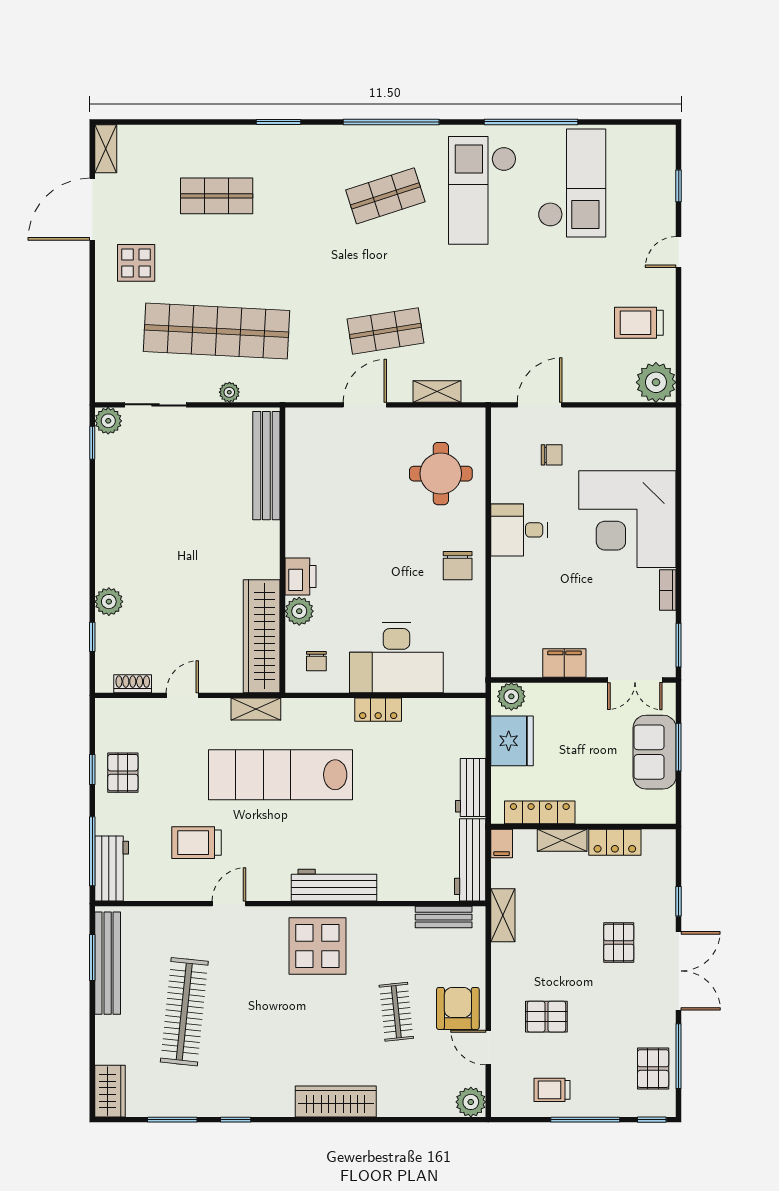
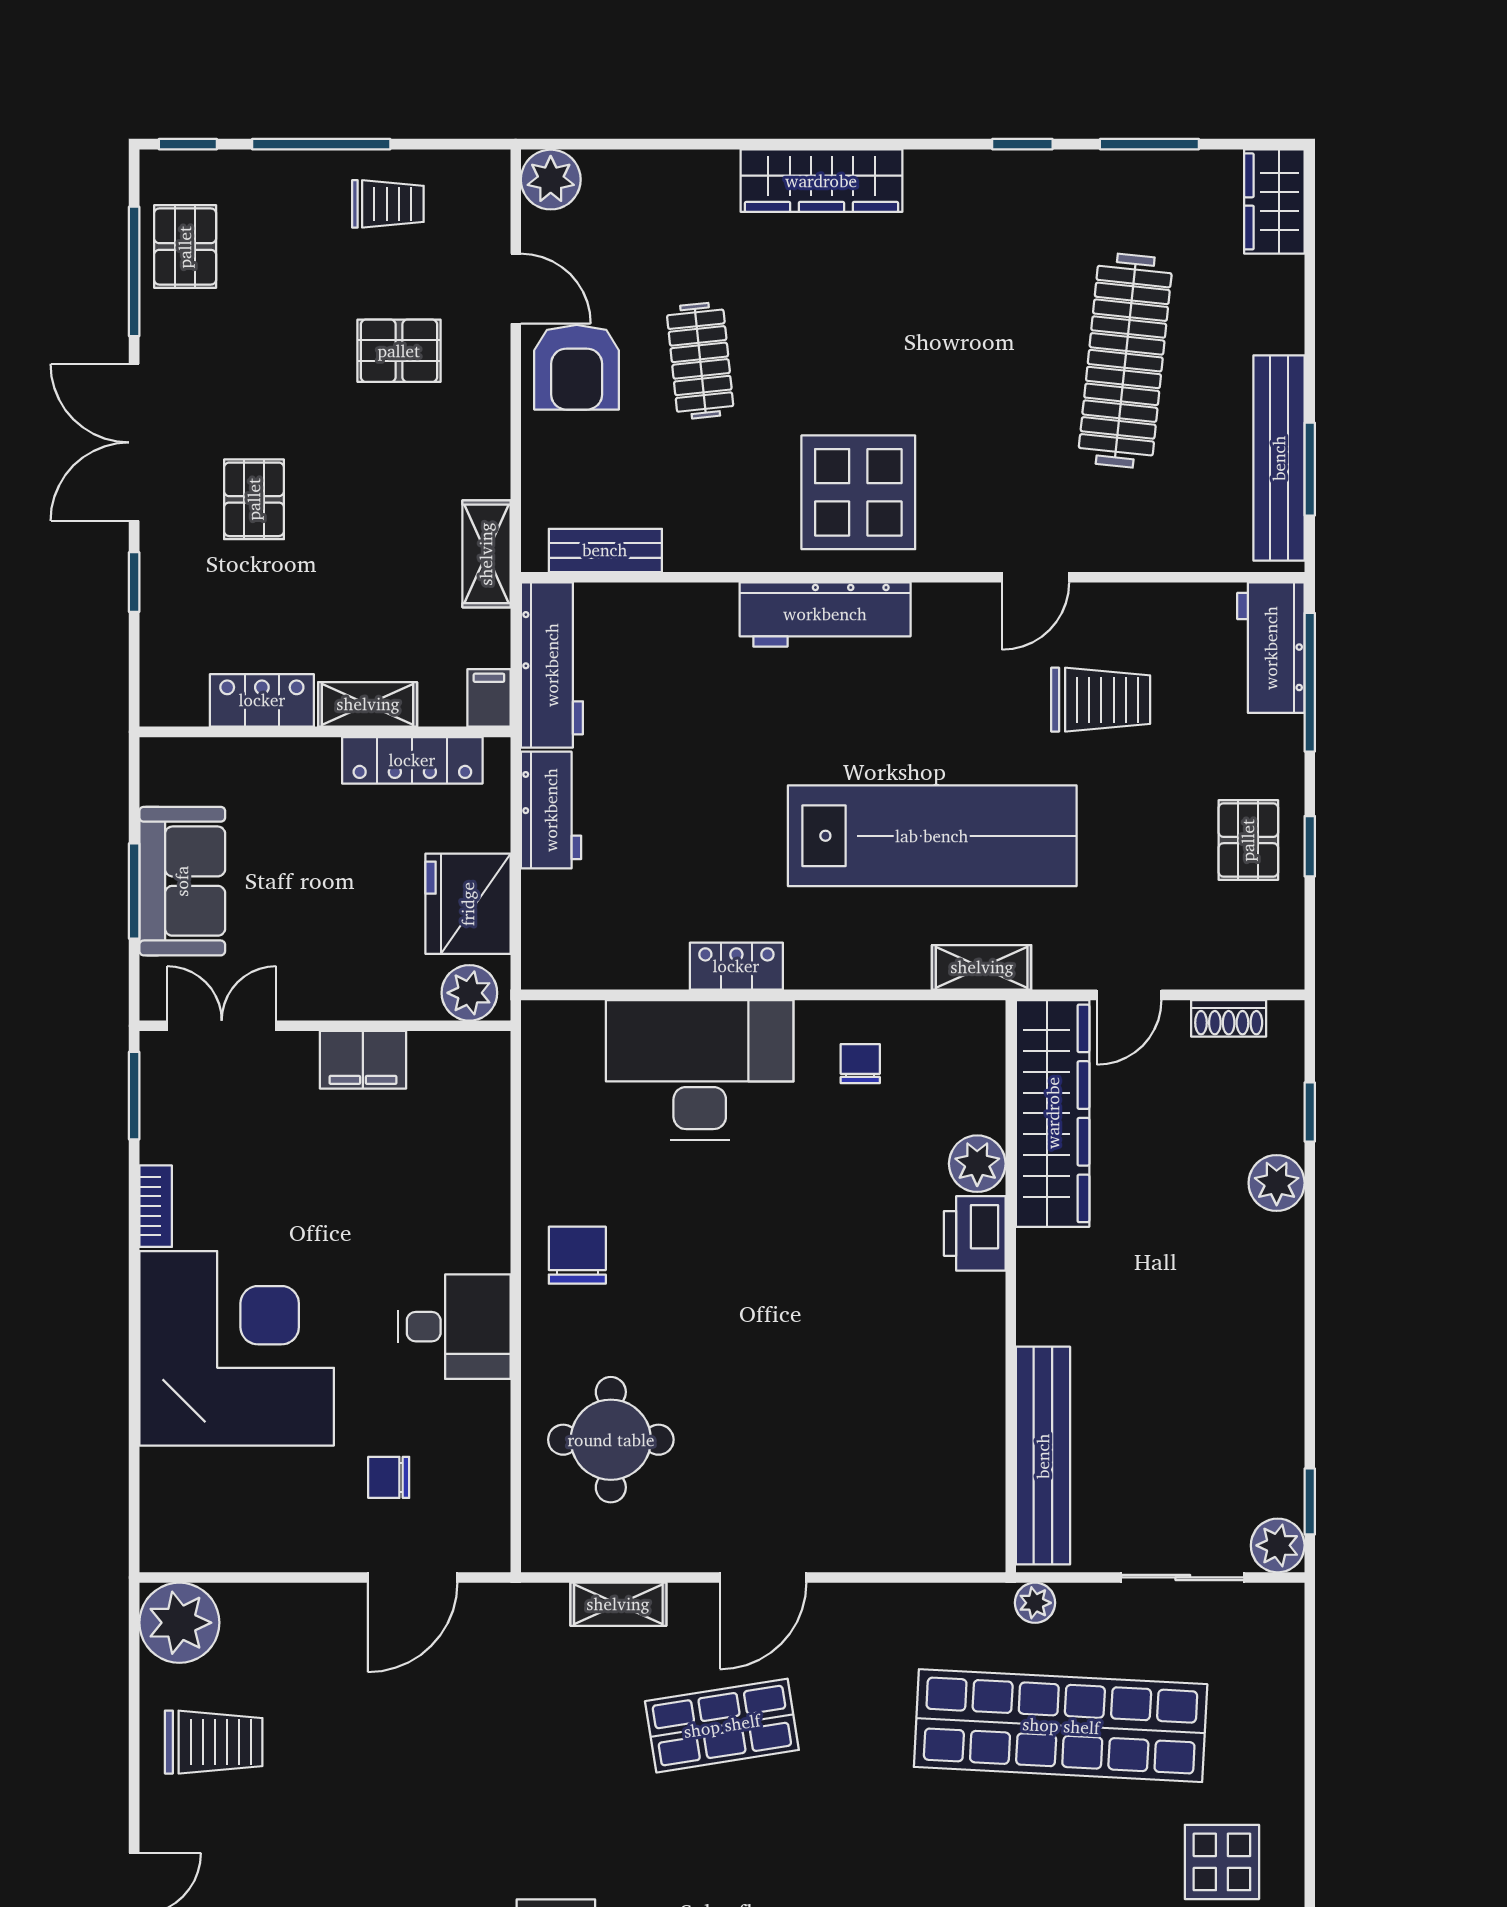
bench: (266, 466) -> (1043, 1456), moved
wall: (283, 550) -> (1011, 1286), moved
printer: (300, 576) -> (975, 1233), moved
plant: (299, 611) -> (977, 1164), moved
wardrobe: (262, 636) -> (1053, 1113), moved

